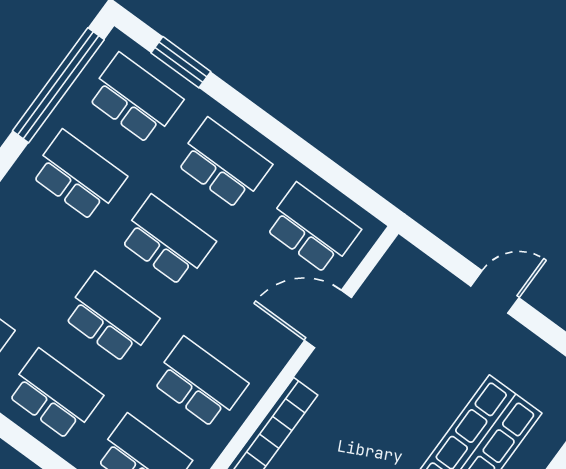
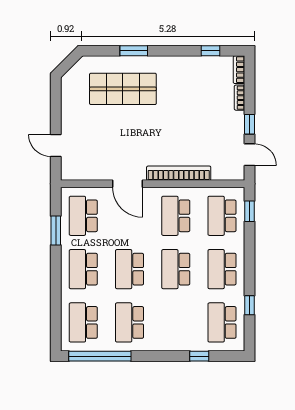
window: (181, 62) -> (56, 231), moved
door: (495, 292) -> (56, 145), moved
door: (328, 319) -> (127, 184), moved

